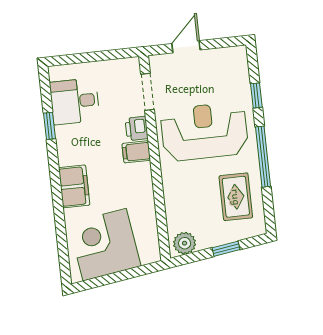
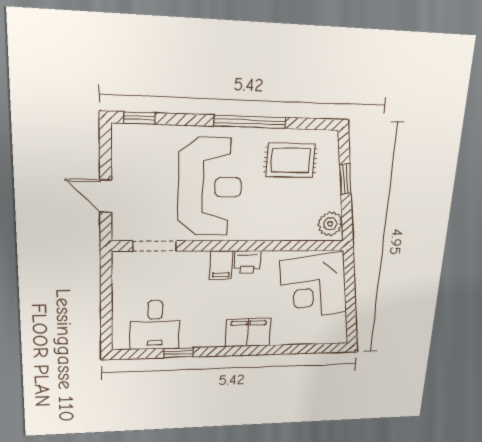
window: (256, 95) -> (139, 118), moved
printer: (137, 128) -> (247, 262), moved
reception desk: (204, 132) -> (210, 187), turned 180
corner desk: (105, 245) -> (314, 287), moved

